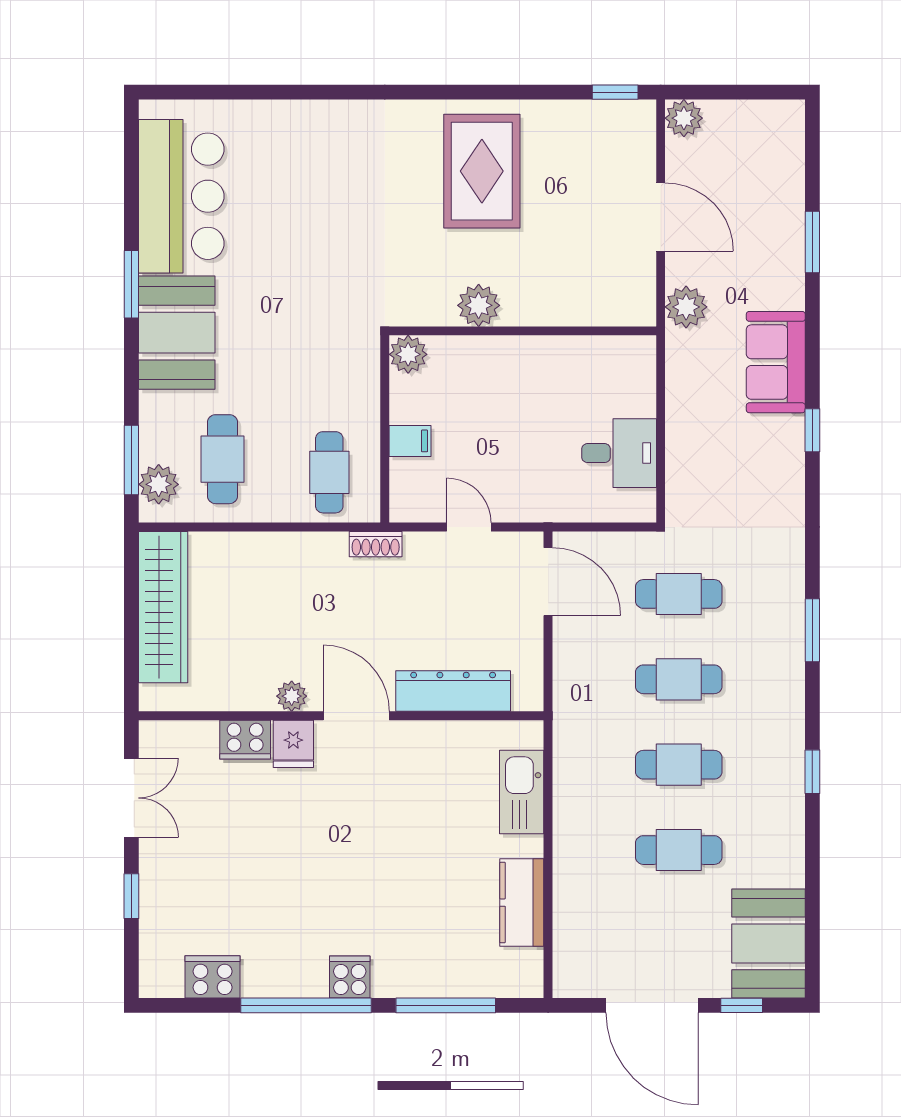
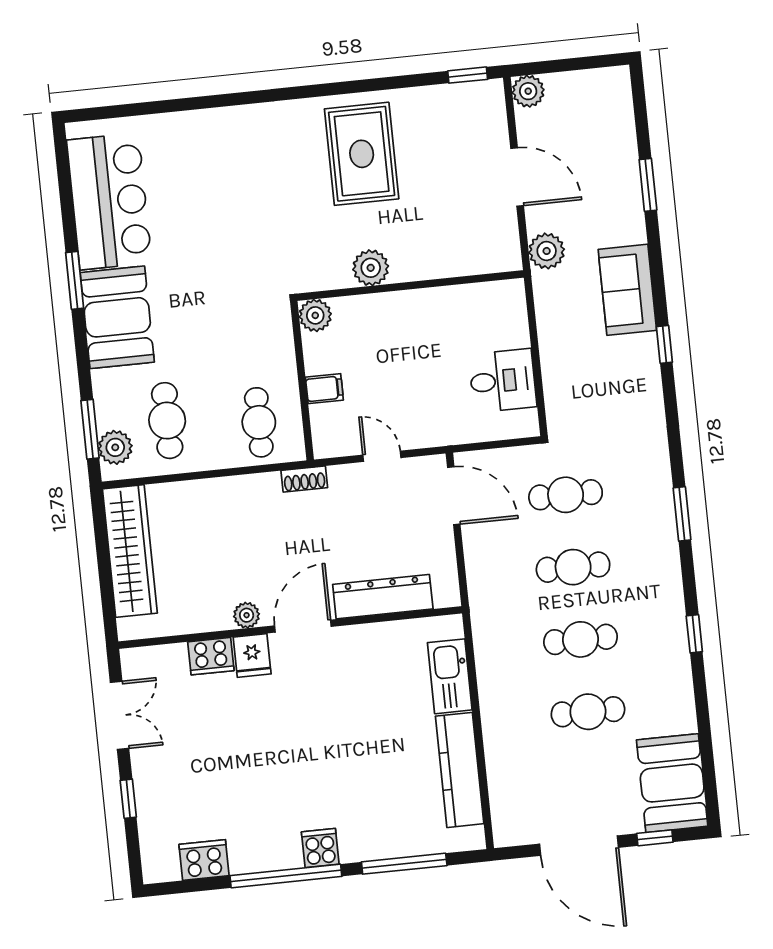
door: (356, 716) -> (303, 626), hinge flipped
kitchen counter: (522, 903) -> (460, 770), width x1.50

